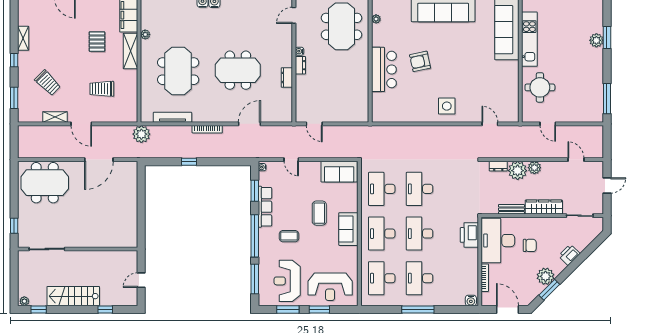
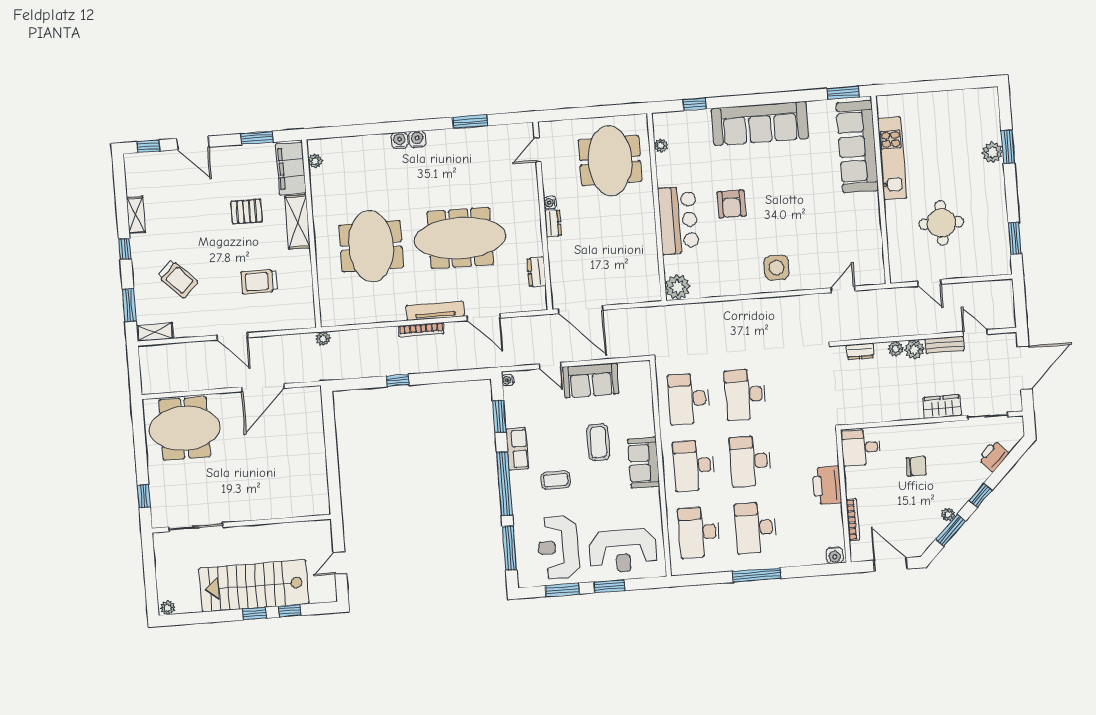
plant: (145, 34) -> (315, 161), moved
pallet: (97, 42) -> (247, 211), turned 90
armchair: (420, 61) -> (731, 204), turned -78
meeting table: (238, 70) -> (460, 238), width x1.36
dresser: (287, 77) -> (536, 272), moved
round table: (540, 87) -> (941, 223), moved
window: (607, 99) -> (1015, 238), width x0.69
plant: (380, 114) -> (678, 287), added
shelving: (55, 117) -> (155, 332), moved
tv unit: (173, 117) -> (435, 311), moved
door: (249, 124) -> (484, 317), swing flipped
door: (314, 124) -> (580, 310), width x1.88
door: (490, 124) -> (843, 289), hinge flipped
plant: (141, 134) -> (323, 339), width x0.53, depth x0.53
plant: (518, 171) -> (896, 349), width x0.53, depth x0.53
sofa: (339, 172) -> (591, 380), moved
door: (607, 185) -> (1025, 368), width x1.87
row of seats: (265, 207) -> (517, 449), width x0.68
wardrobe: (544, 207) -> (942, 407), width x0.67
bench: (511, 209) -> (945, 345), moved
printer: (469, 235) -> (827, 485), moved
desk: (498, 241) -> (861, 448), width x0.53, depth x0.77
printer: (569, 255) -> (993, 456), moved
window: (571, 268) -> (981, 495), added
plant: (545, 276) -> (948, 514), width x0.53, depth x0.53
stairs: (73, 296) -> (254, 586), width x1.36, depth x1.51
window: (39, 310) -> (254, 614), moved

